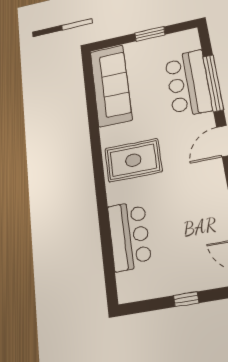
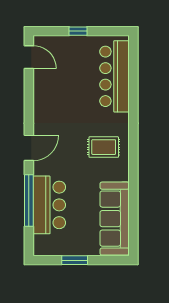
rug: (133, 160) -> (104, 147), width x0.73, depth x0.70
bar counter: (129, 236) -> (115, 76), width x1.36

